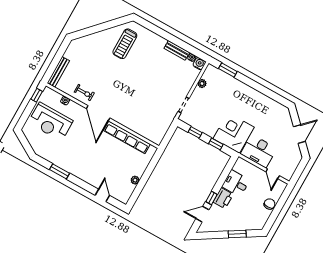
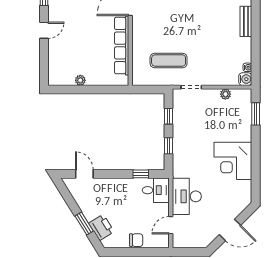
bench: (177, 50) -> (246, 21), moved
exercise mat: (156, 110) -> (169, 61), added
corner desk: (234, 133) -> (233, 161), moved, turned 180
desk: (236, 183) -> (156, 190), moved, turned 90
door: (102, 195) -> (44, 30), moved
window: (212, 198) -> (141, 174), moved
printer: (223, 198) -> (101, 227), moved, turned -122

